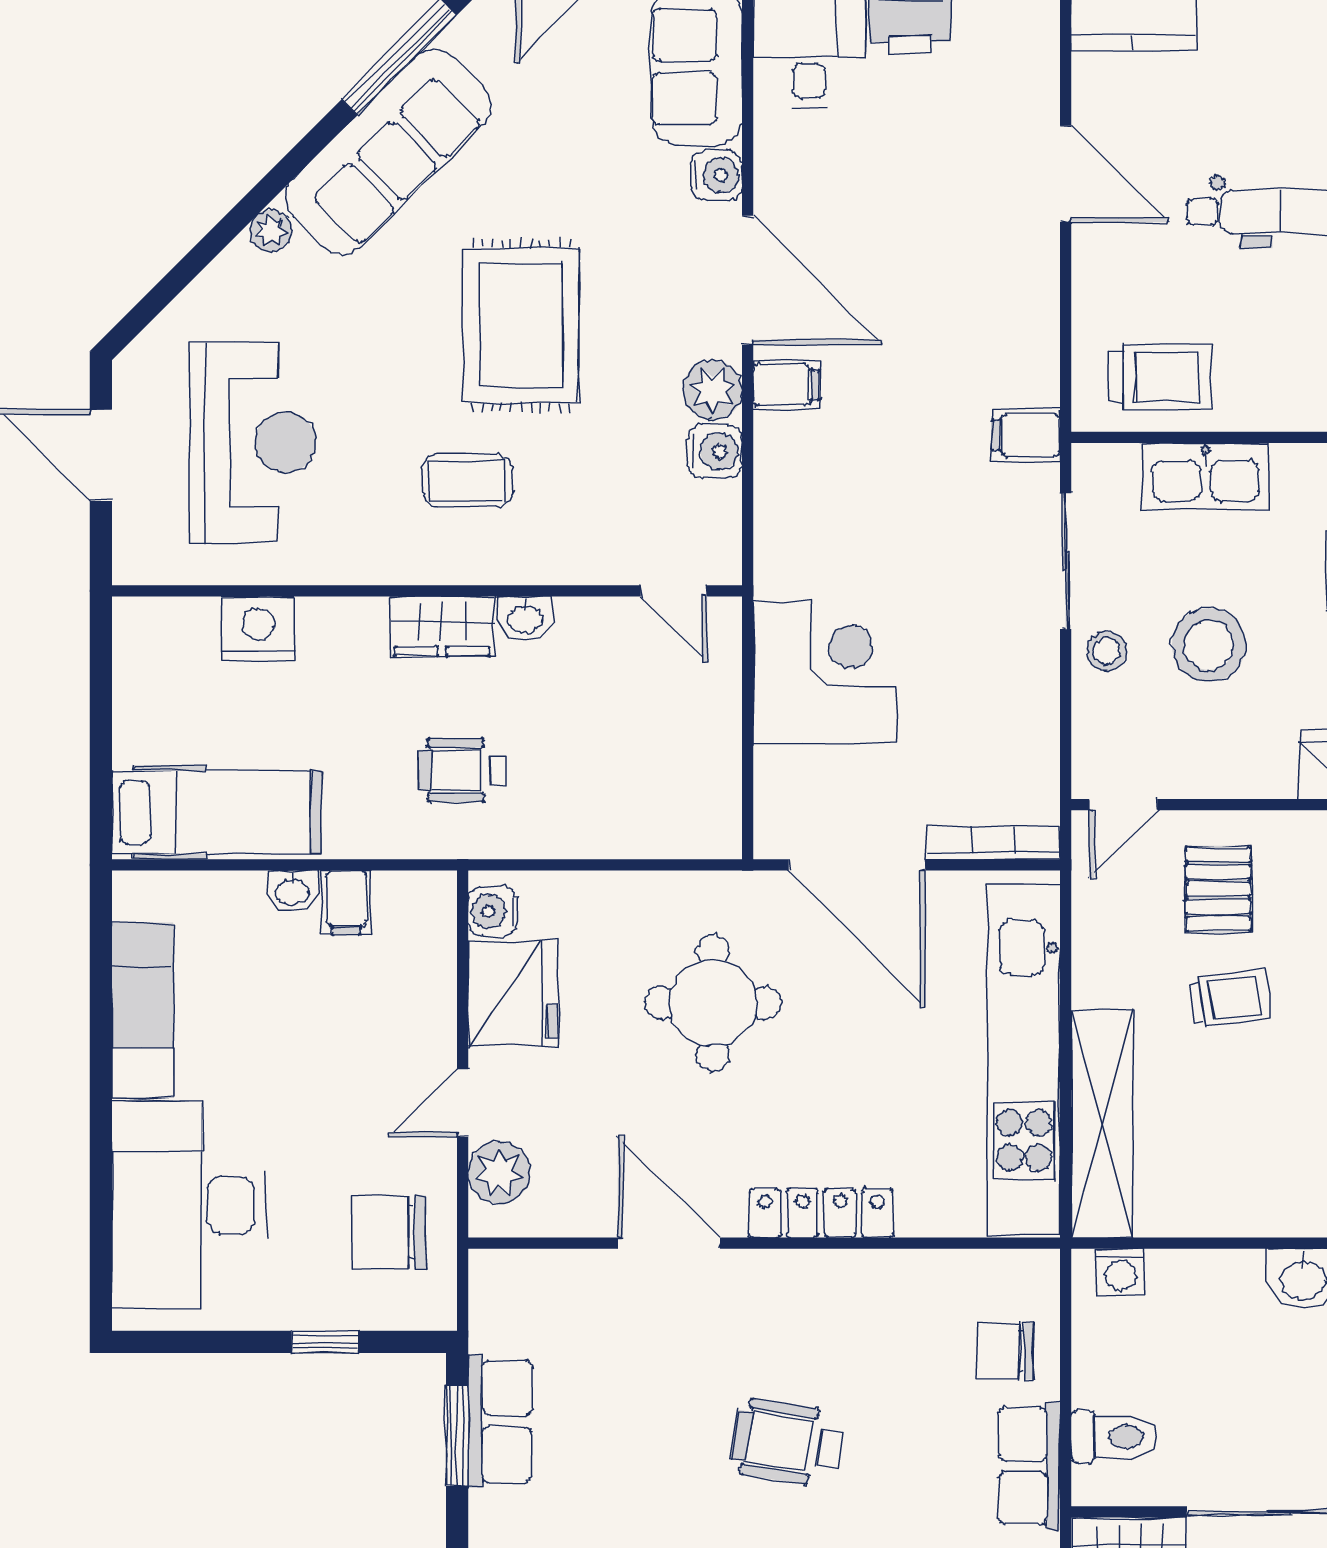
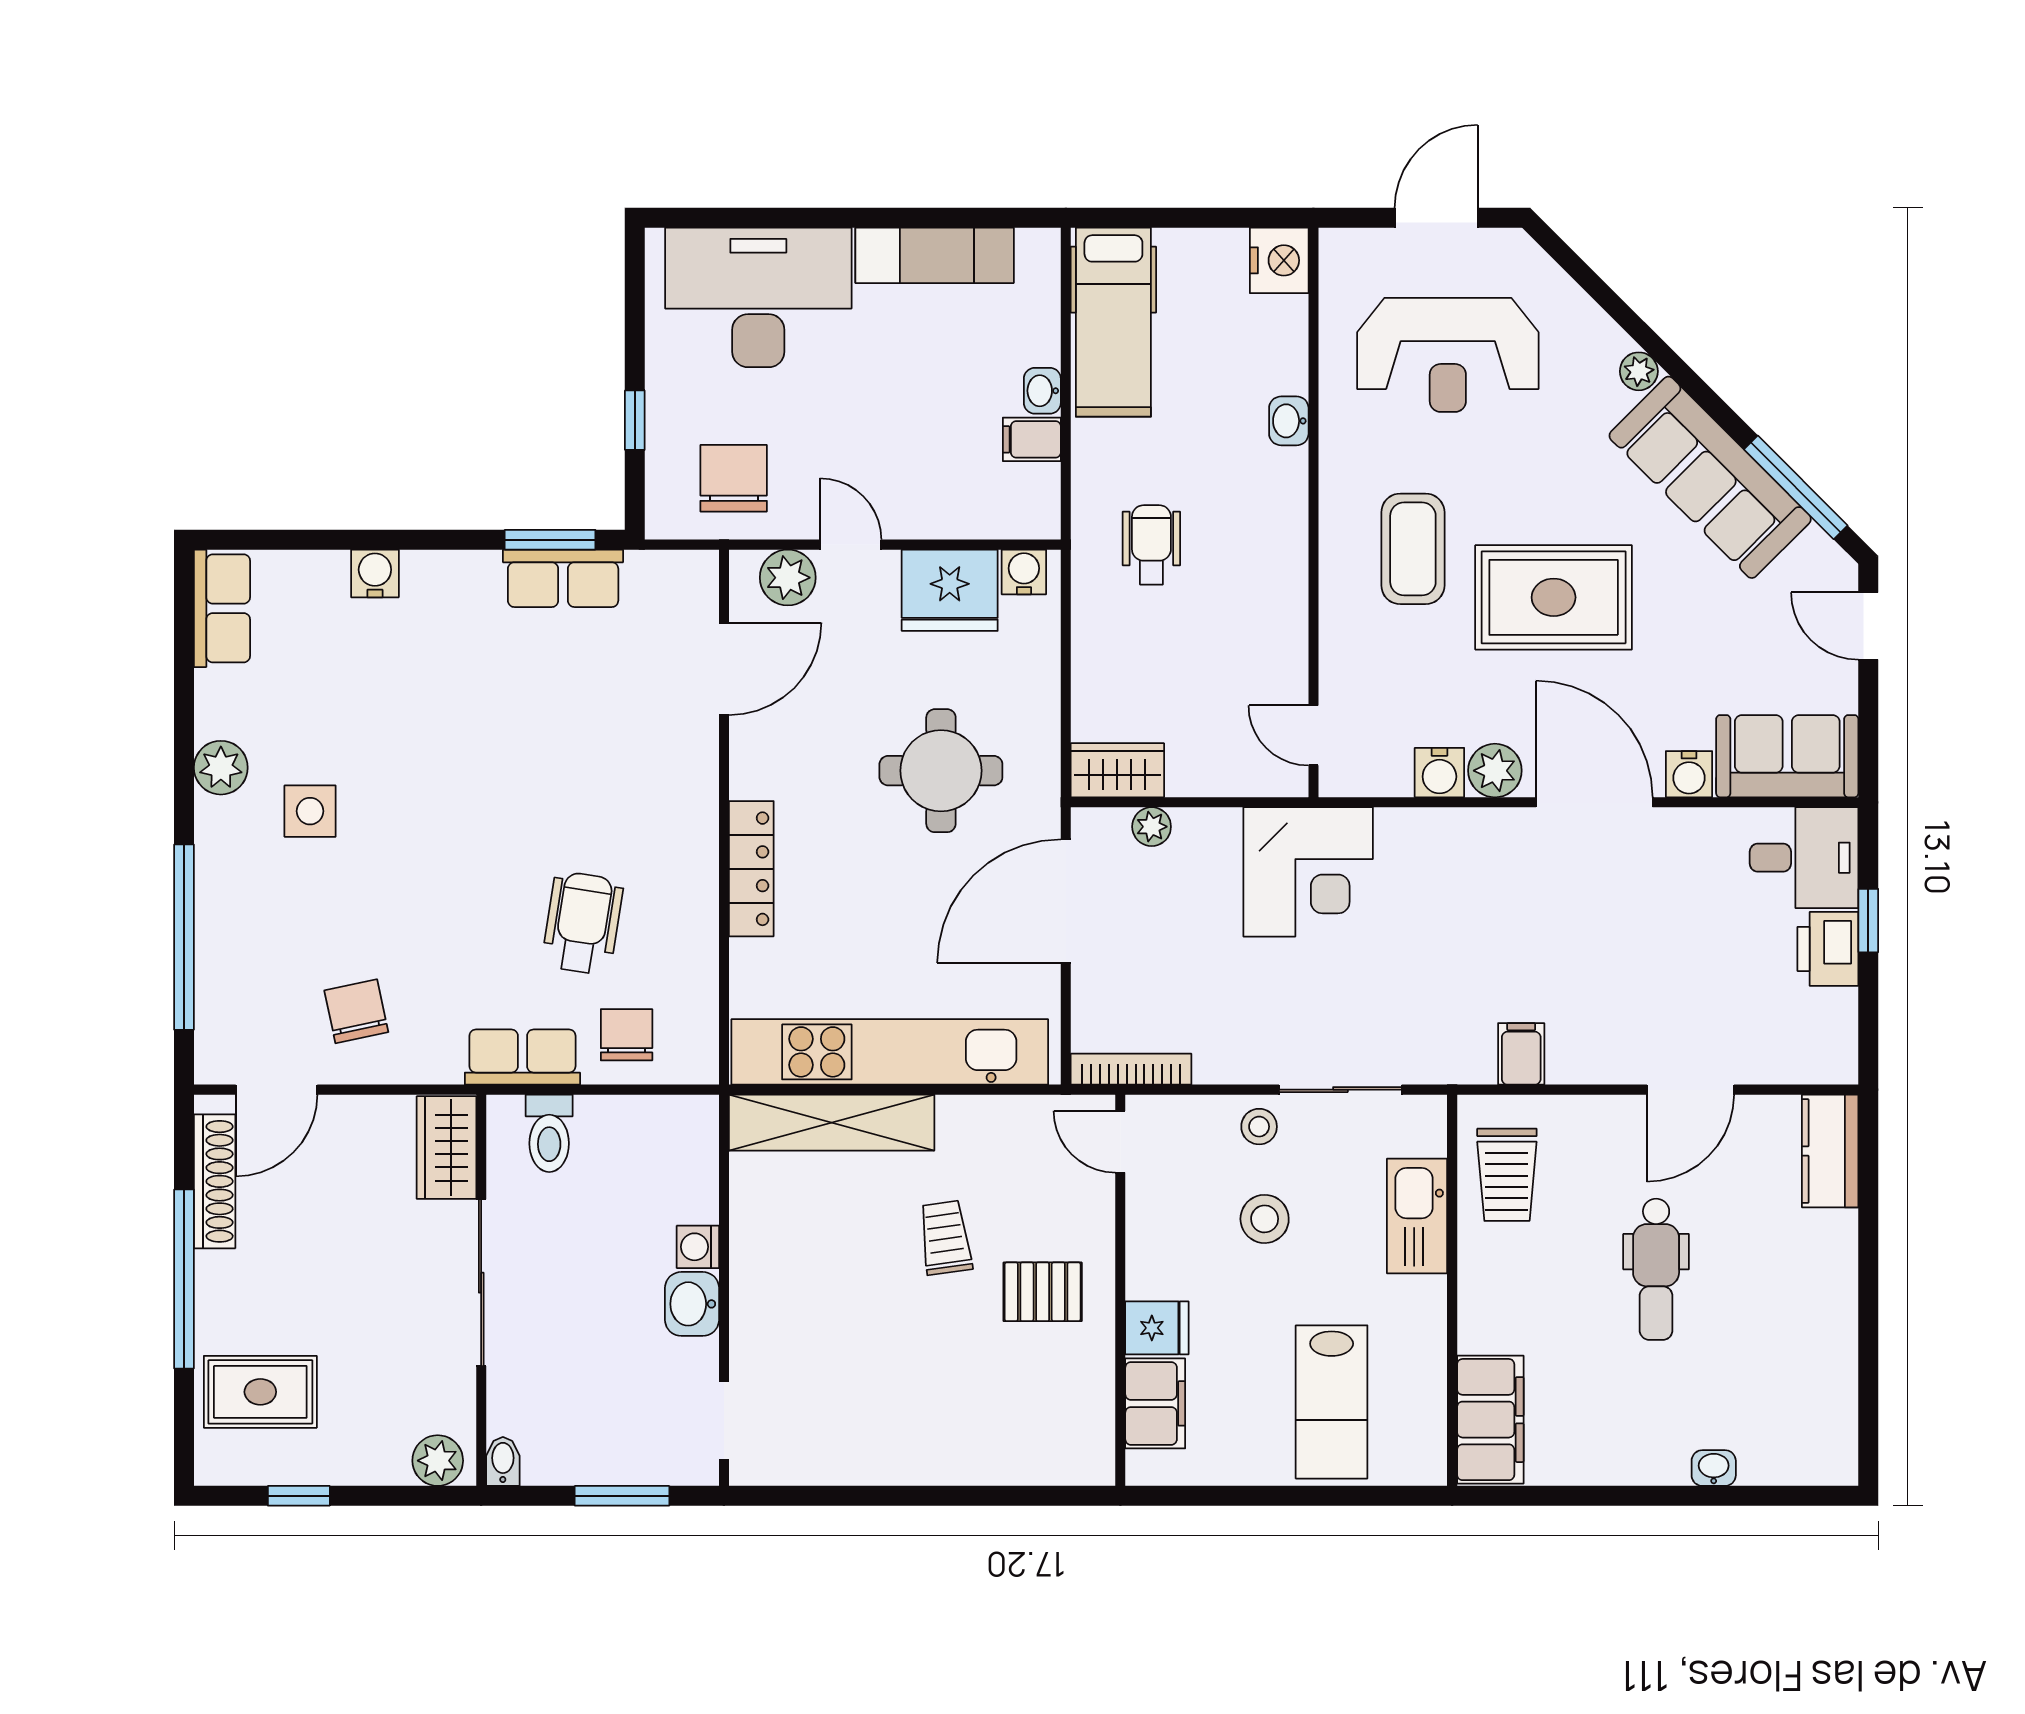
door: (748, 280) -> (1594, 802), swing flipped
filing cabinet: (786, 385) -> (1500, 837), removed
filing cabinet: (1026, 435) -> (1521, 1054), moved
coffee table: (467, 481) -> (1413, 549), width x1.36, depth x1.30
door: (674, 591) -> (1313, 735), hinge flipped
washbasin: (525, 618) -> (1289, 421), moved
wardrobe: (442, 626) -> (1117, 770), moved, turned 90
nightstand: (258, 629) -> (1279, 260), moved
stool: (1209, 645) -> (1265, 1219), width x0.73, depth x0.73
corner desk: (825, 673) -> (1308, 872), moved
plant: (775, 770) -> (1152, 827), added
bookcase: (993, 842) -> (1131, 1069), moved, turned -90
pallet: (1218, 889) -> (1043, 1292), moved
trolley: (1230, 998) -> (945, 1238), turned 180
door: (669, 1243) -> (724, 669), moved
washing machine: (1121, 1272) -> (698, 1247), moved
wheelchair: (788, 1443) -> (583, 923), moved

